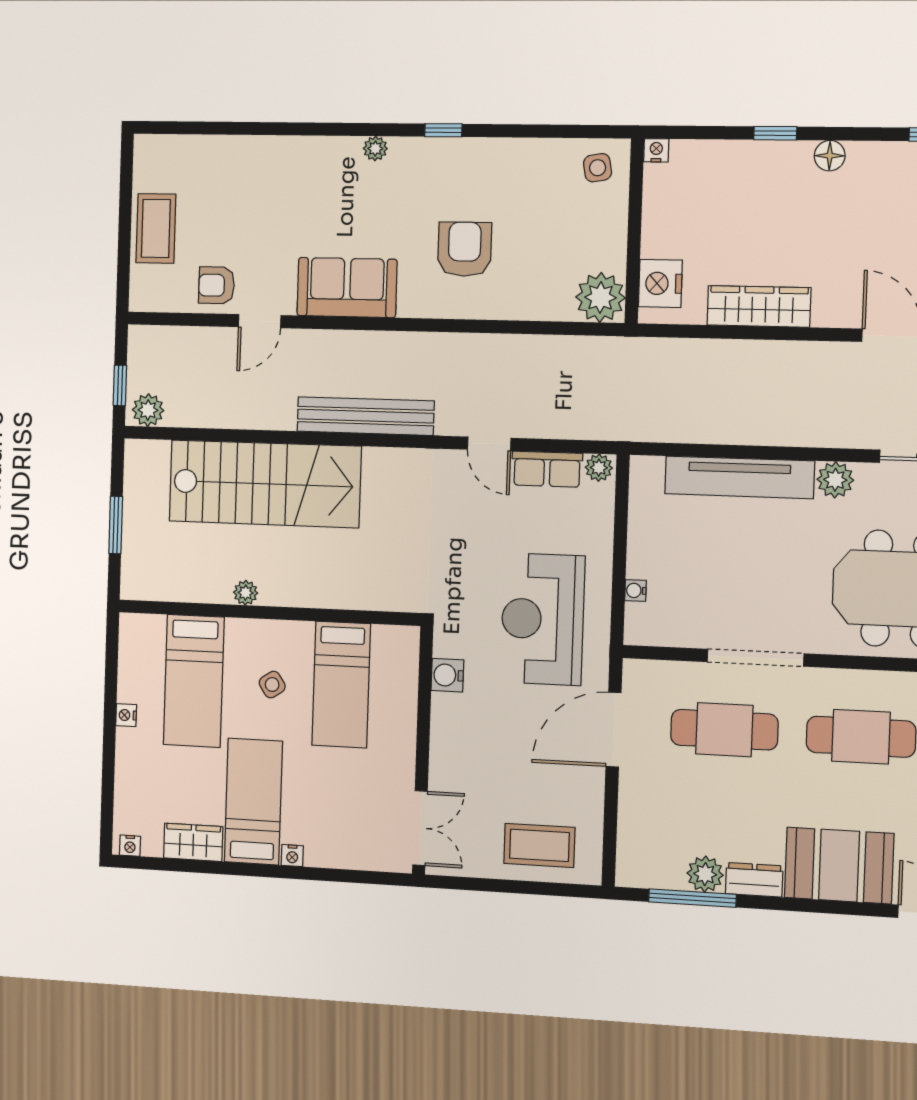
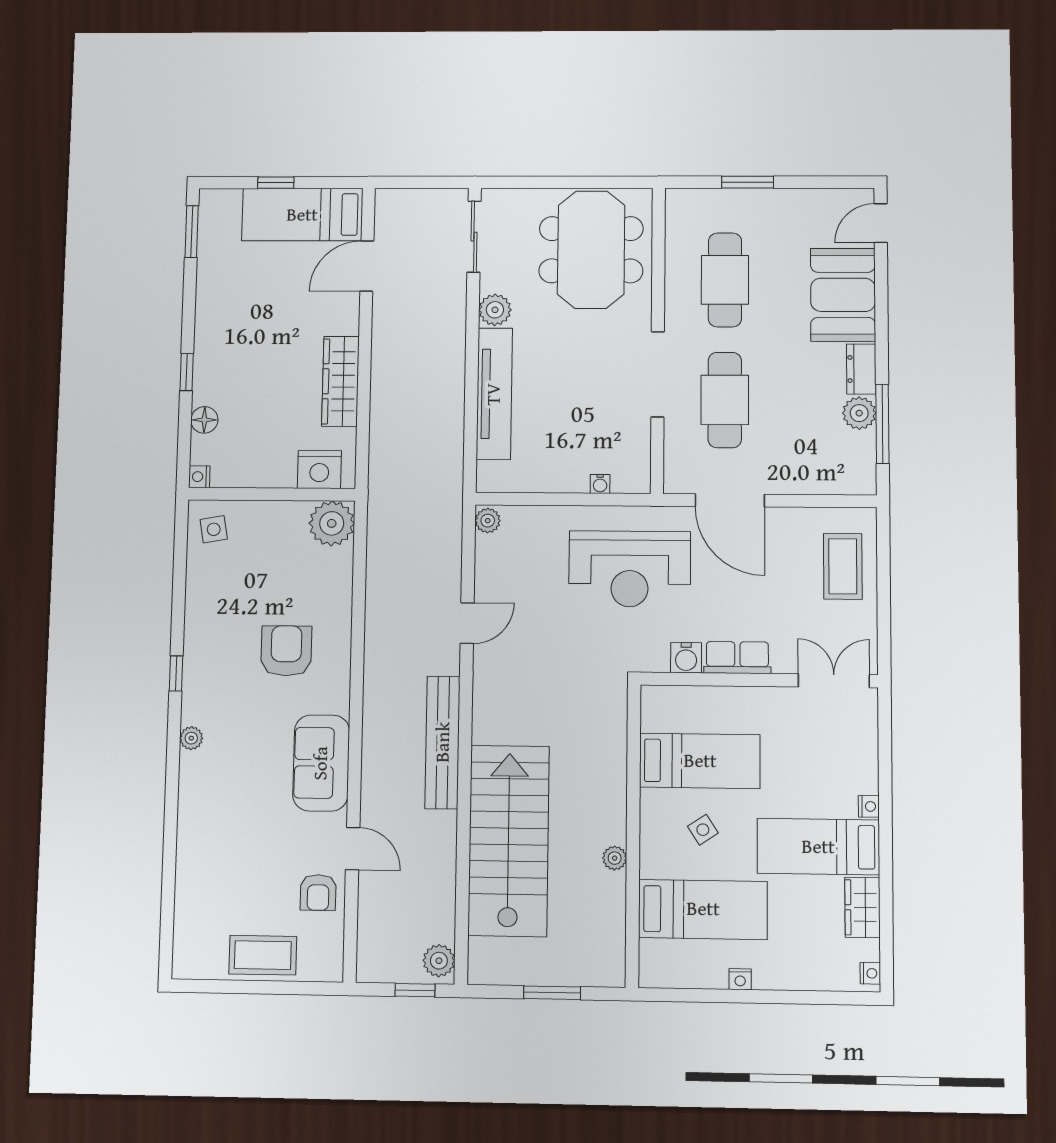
floor lamp: (830, 156) -> (204, 420), moved
armchair: (465, 249) -> (286, 651), turned 90
row of seats: (547, 469) -> (737, 658), moved, turned -90

